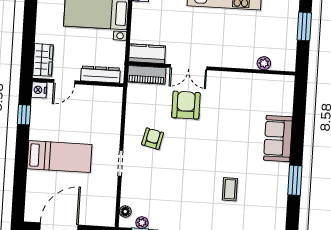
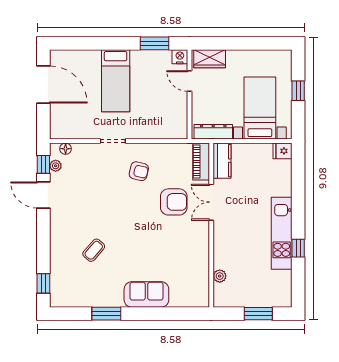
dresser: (100, 74) -> (213, 132), moved, turned -90
window: (24, 115) -> (154, 43), width x1.50
coffee table: (230, 189) -> (94, 250), turned -49

